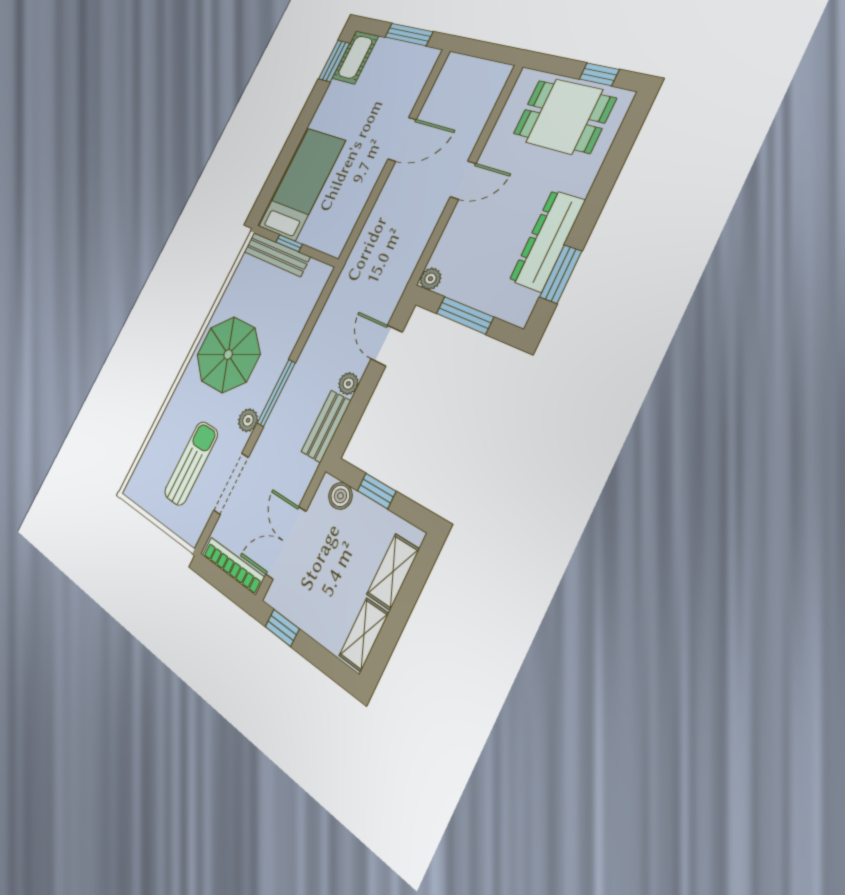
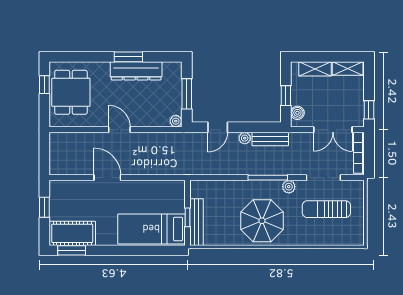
window: (409, 34) -> (44, 207), width x0.67
cot: (355, 57) -> (72, 233), width x1.37, depth x1.34
window: (561, 274) -> (128, 57), moved

